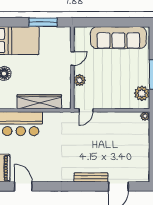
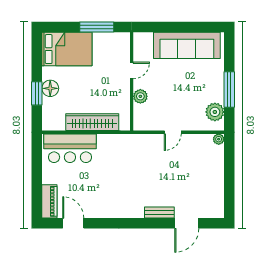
door: (86, 110) -> (173, 132), moved
bench: (91, 177) -> (159, 212), width x0.73

